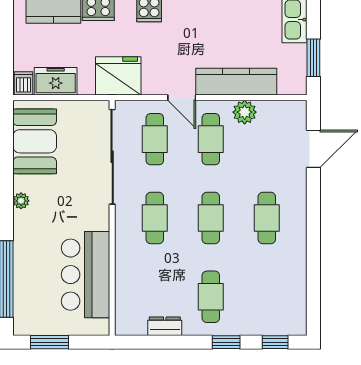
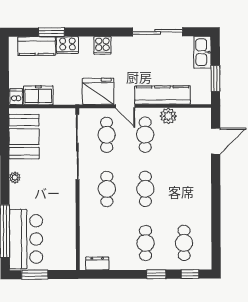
fridge: (118, 76) -> (98, 91), moved
cafe table: (267, 218) -> (184, 243), moved
bar counter: (85, 275) -> (26, 239), moved, turned 180
dresser: (165, 326) -> (97, 263), moved

